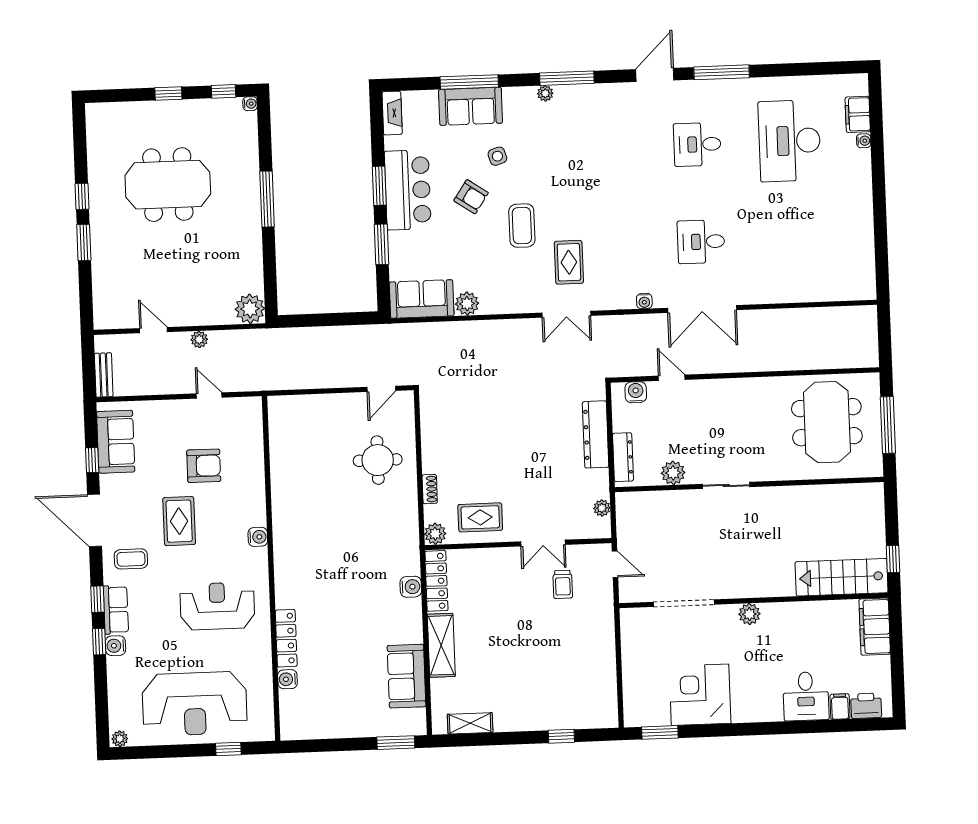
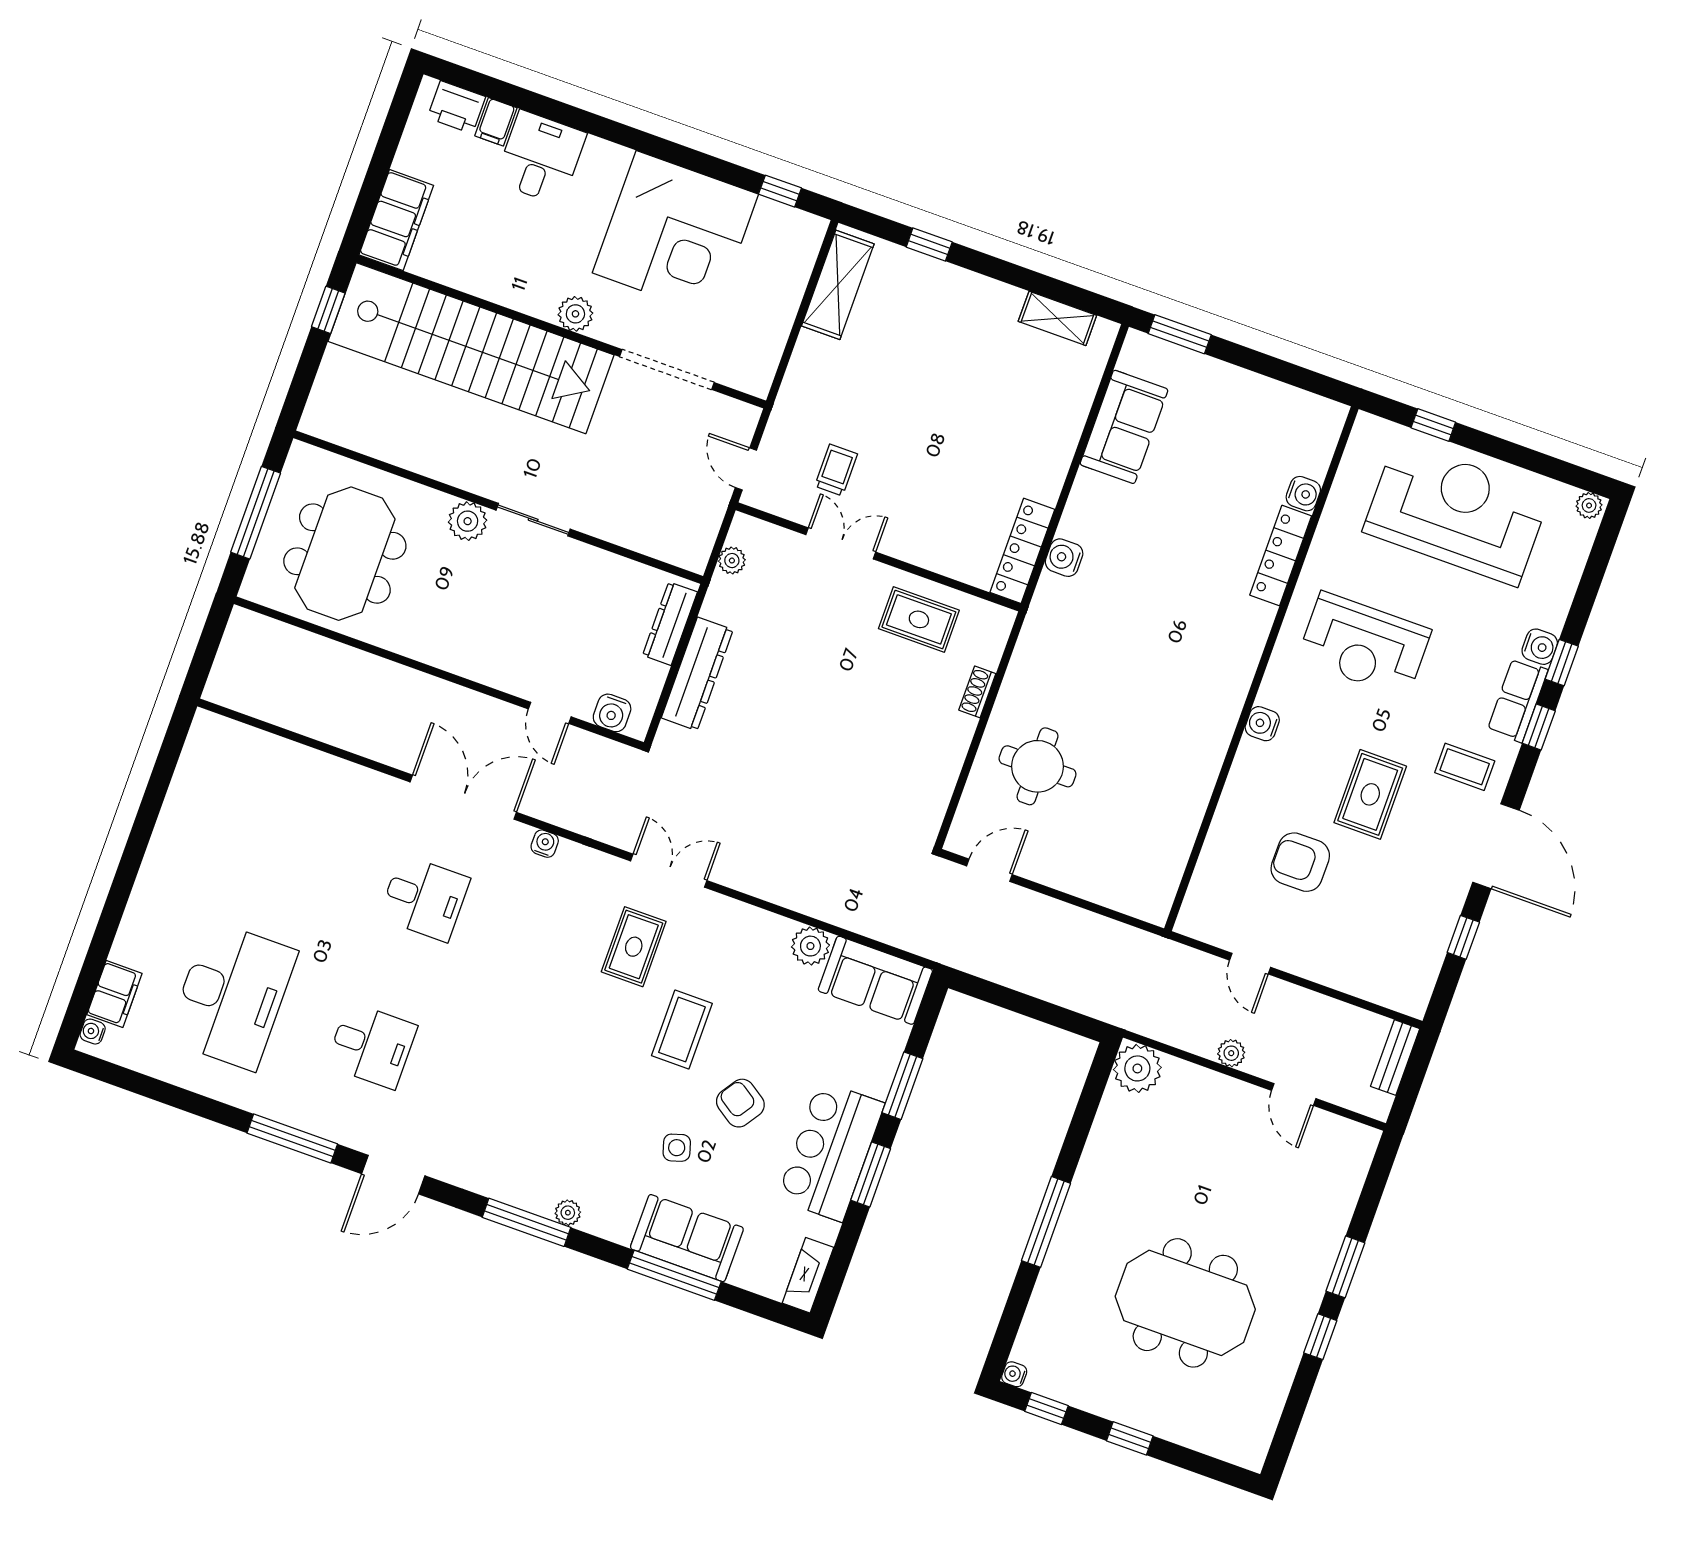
water cooler: (864, 141) -> (93, 1032), moved
sofa: (116, 442) -> (1417, 951), removed
plant: (673, 473) -> (468, 521), moved
plant: (435, 534) -> (996, 622), removed
stairs: (842, 577) -> (471, 348), width x1.86, depth x1.51
shelving: (441, 645) -> (838, 285), moved
corner desk: (700, 695) -> (675, 234), width x1.36, depth x1.36
window: (660, 732) -> (780, 191), width x0.67

